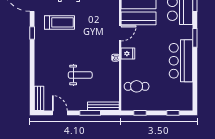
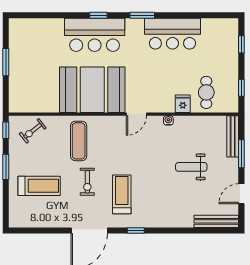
door: (120, 33) -> (136, 114), swing flipped
fridge: (128, 54) -> (183, 104), moved
weight bench: (80, 75) -> (191, 167), turned -90
bench: (39, 98) -> (216, 221), width x1.36

